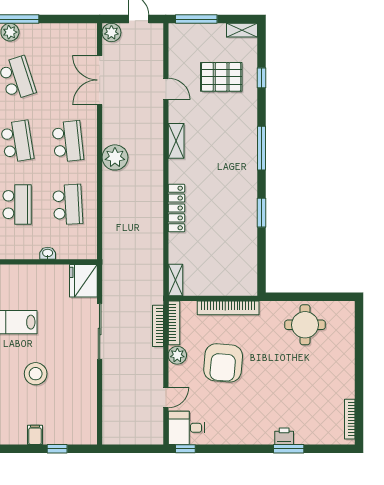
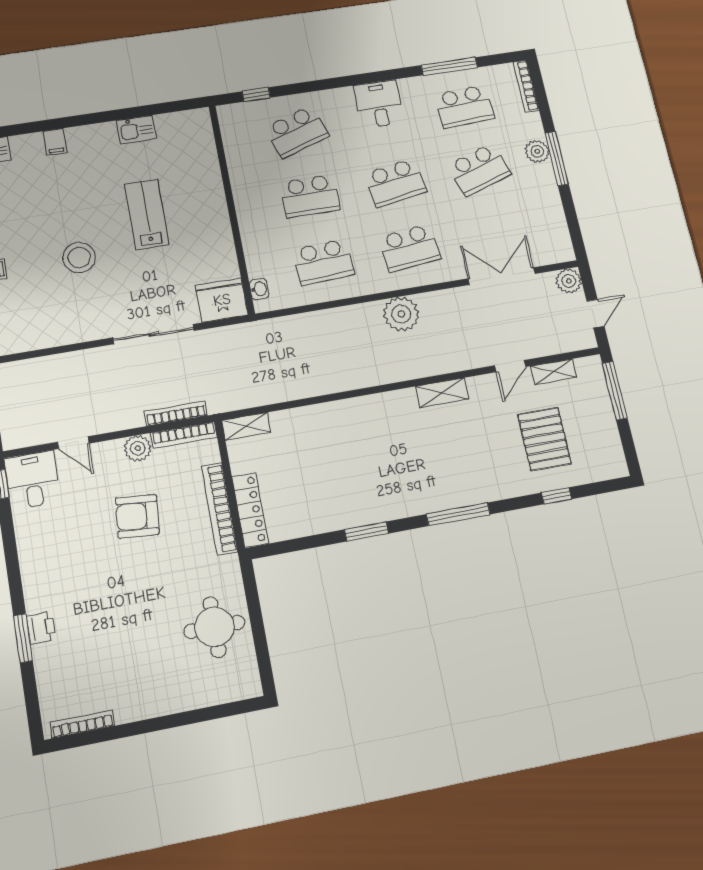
shelving: (242, 30) -> (554, 372), moved, turned 90
locker: (176, 208) -> (250, 510), moved, turned -90
washbasin: (48, 253) -> (259, 289), moved
armchair: (223, 363) -> (137, 516), width x0.73, depth x0.73

